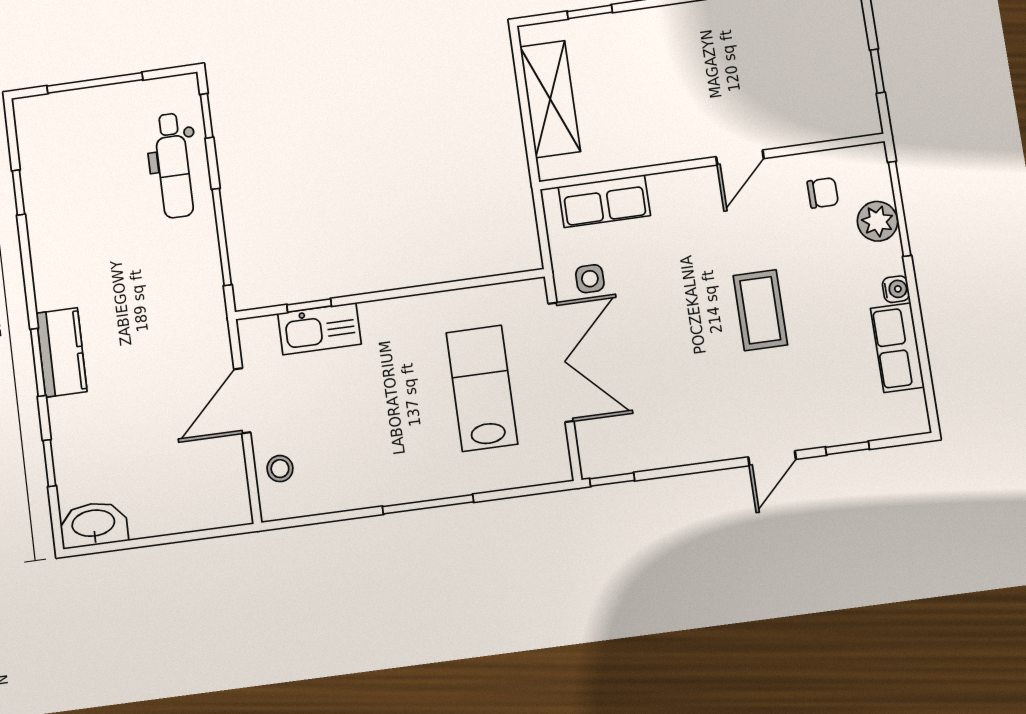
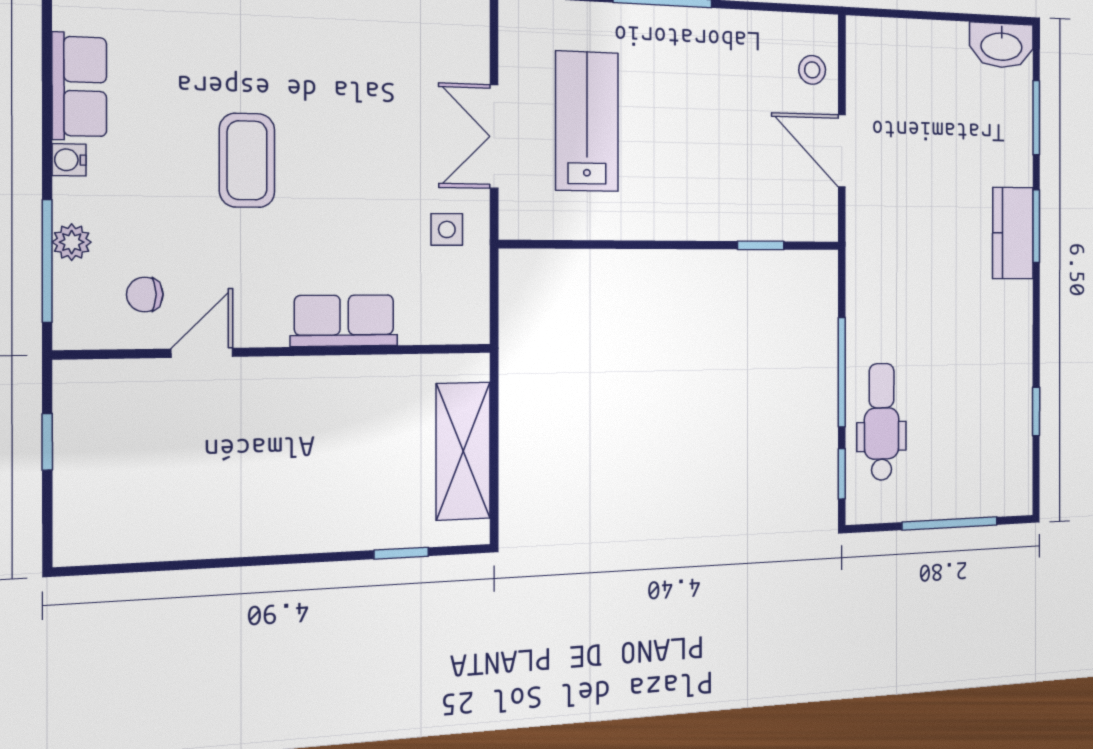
door: (740, 158) -> (202, 353), moved
row of seats: (604, 201) -> (344, 321), moved
plant: (877, 221) -> (72, 242), width x0.73, depth x0.73
window: (222, 237) -> (842, 372), moved
kitchen sink: (319, 329) -> (753, 218), removed
double door: (561, 362) -> (494, 136), width x0.73
lab bench: (482, 388) -> (587, 121), turned 180
door: (242, 401) -> (842, 151), swing flipped
window: (49, 463) -> (1036, 118), width x1.50

